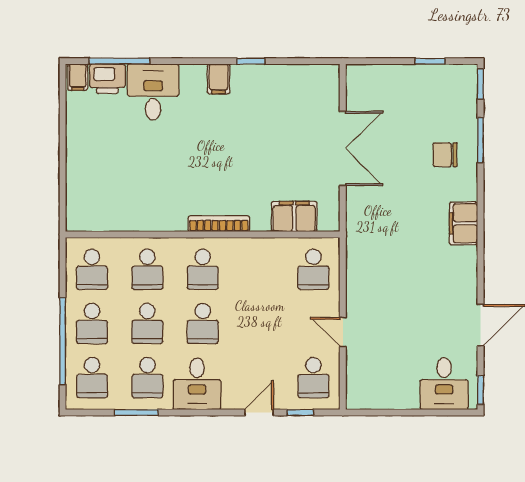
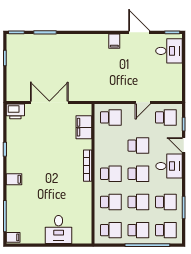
printer: (107, 79) -> (15, 111), moved, turned 90
filing cabinet: (219, 79) -> (14, 179), moved
desk: (153, 92) -> (59, 229), moved, turned -90
chair: (445, 155) -> (52, 50), removed
filing cabinet: (463, 223) -> (114, 41), moved, width x0.50
school desk: (258, 323) -> (138, 146), added
desk: (197, 384) -> (169, 166), moved

